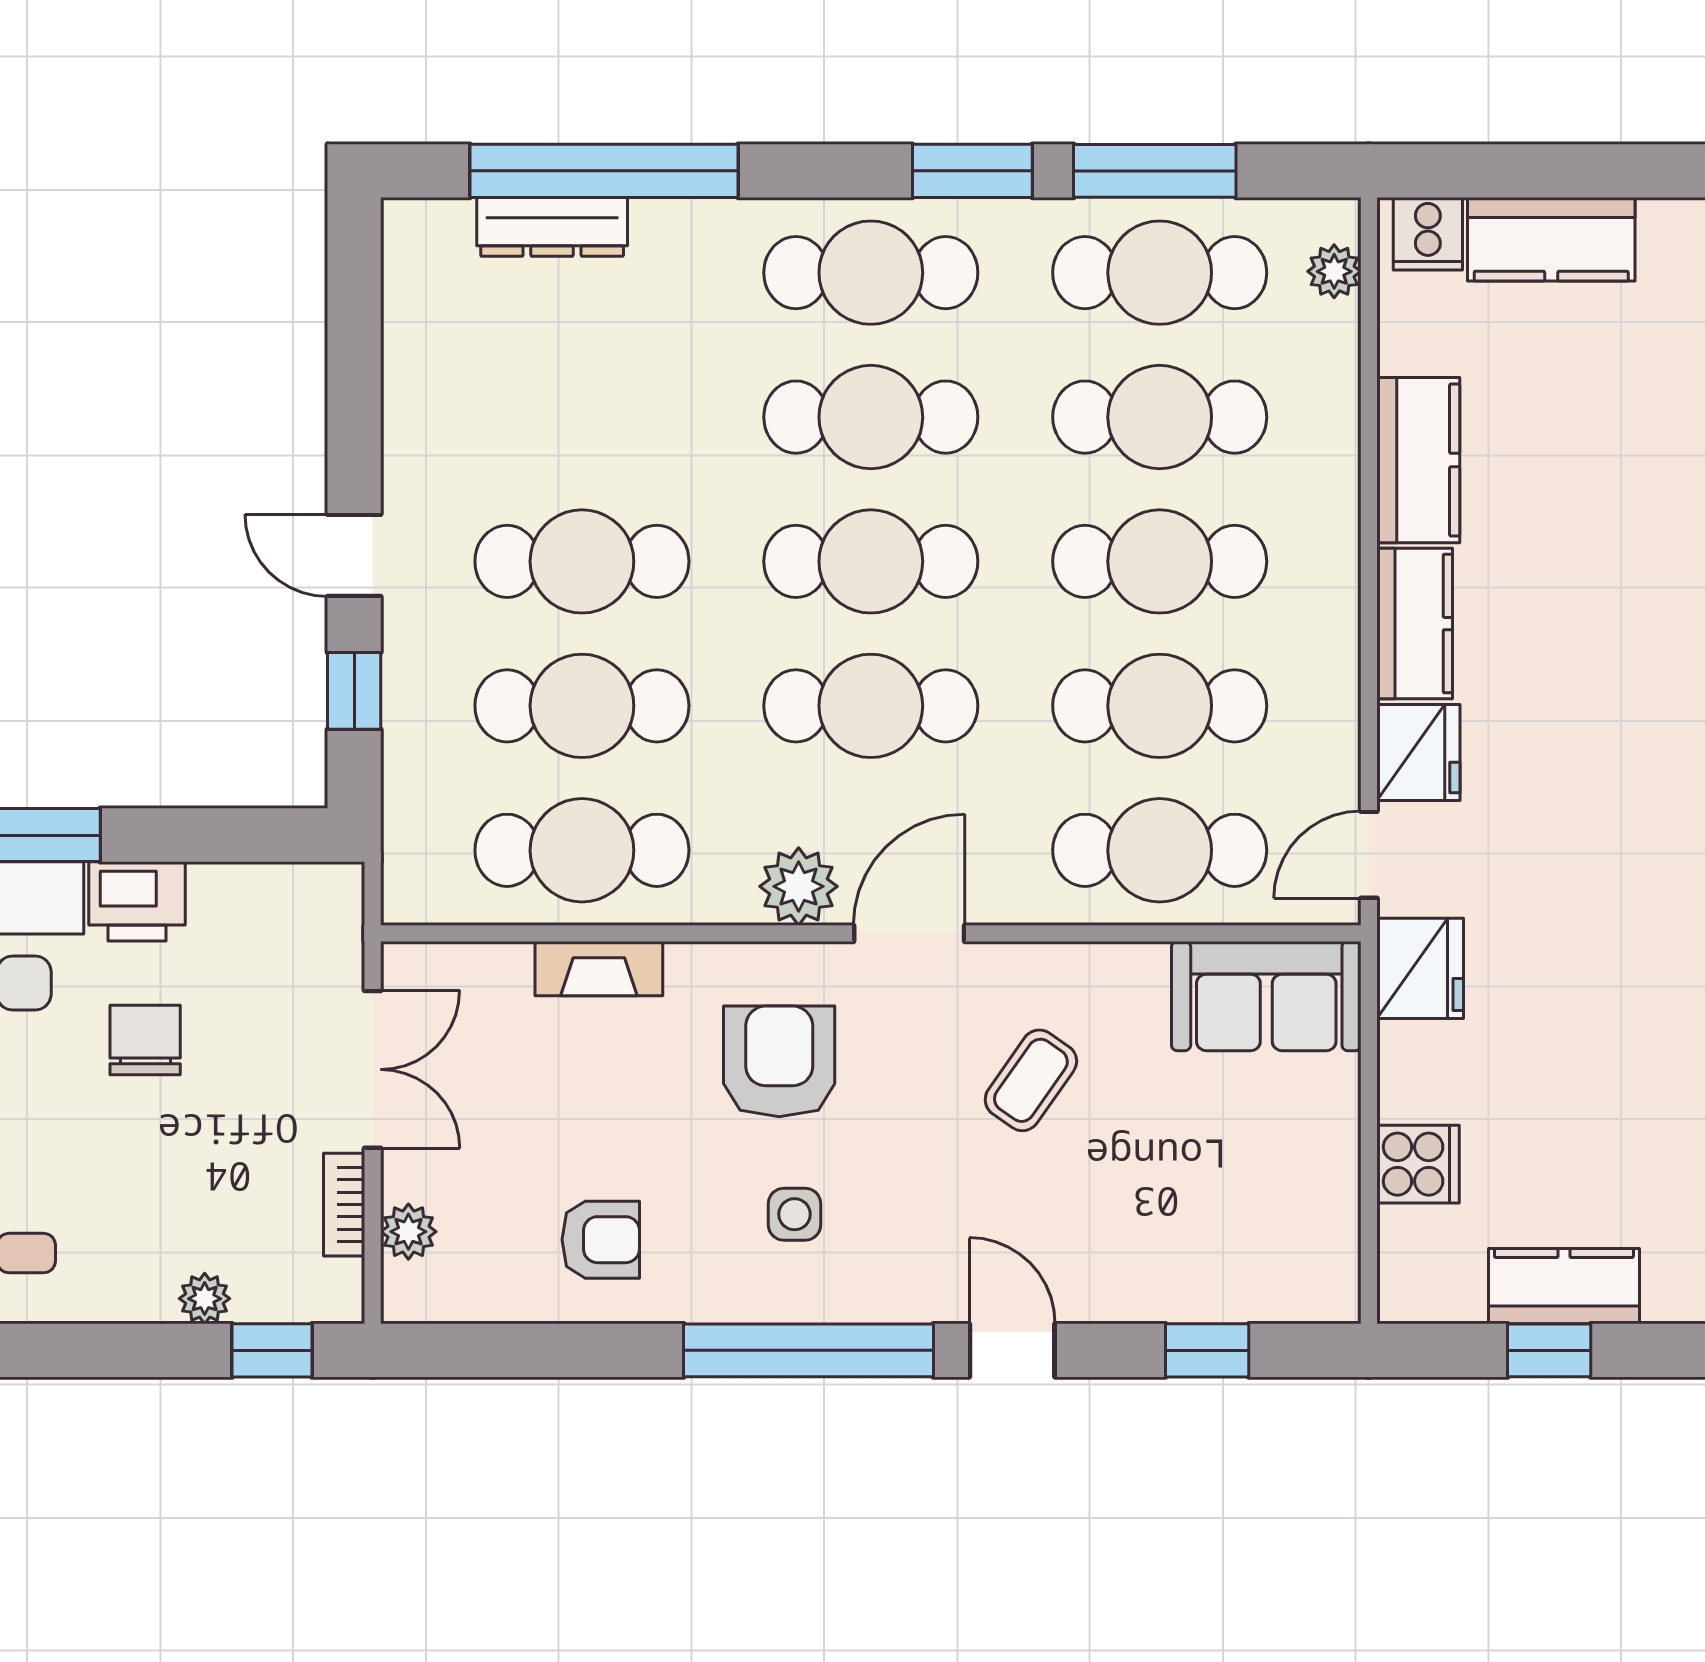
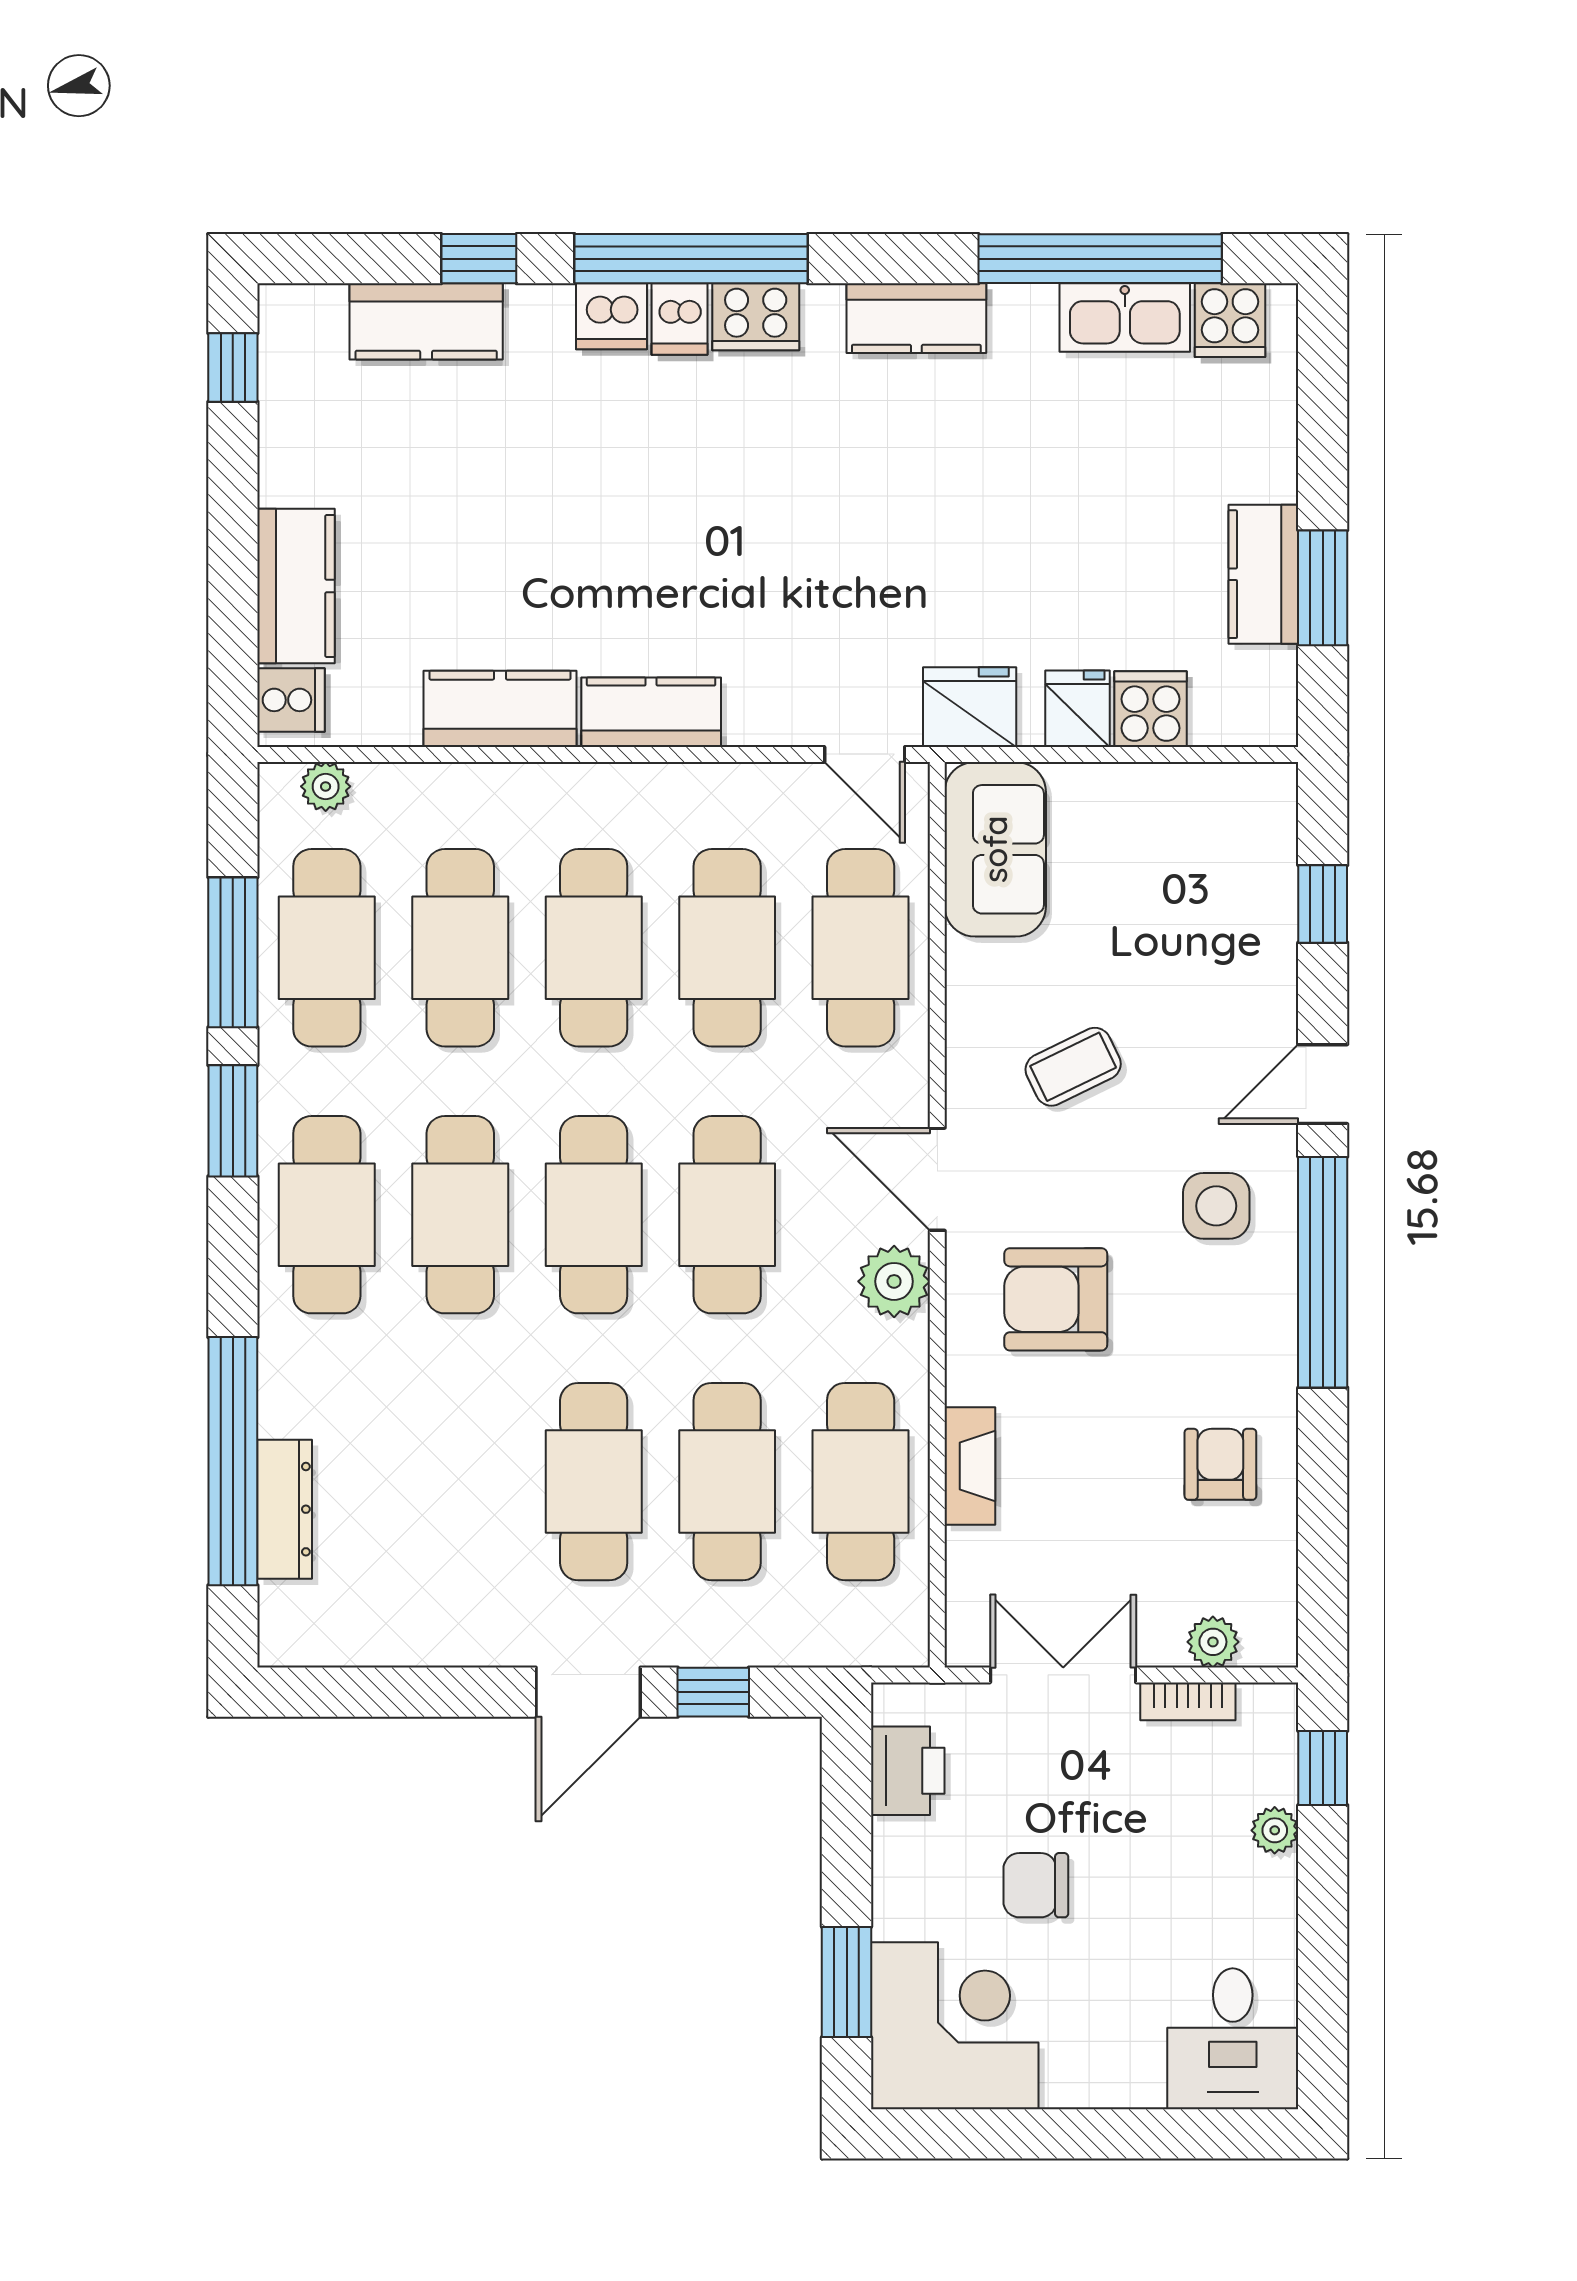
door: (354, 555) -> (588, 1692), width x1.37
fridge: (1418, 752) -> (1077, 709), moved, width x0.72
printer: (137, 901) -> (908, 1771), moved
coffee table: (1031, 1080) -> (1073, 1067), turned -61
side table: (795, 1214) -> (1216, 1206), moved, width x1.37, depth x1.37
window: (1549, 1350) -> (1323, 588), width x1.50

